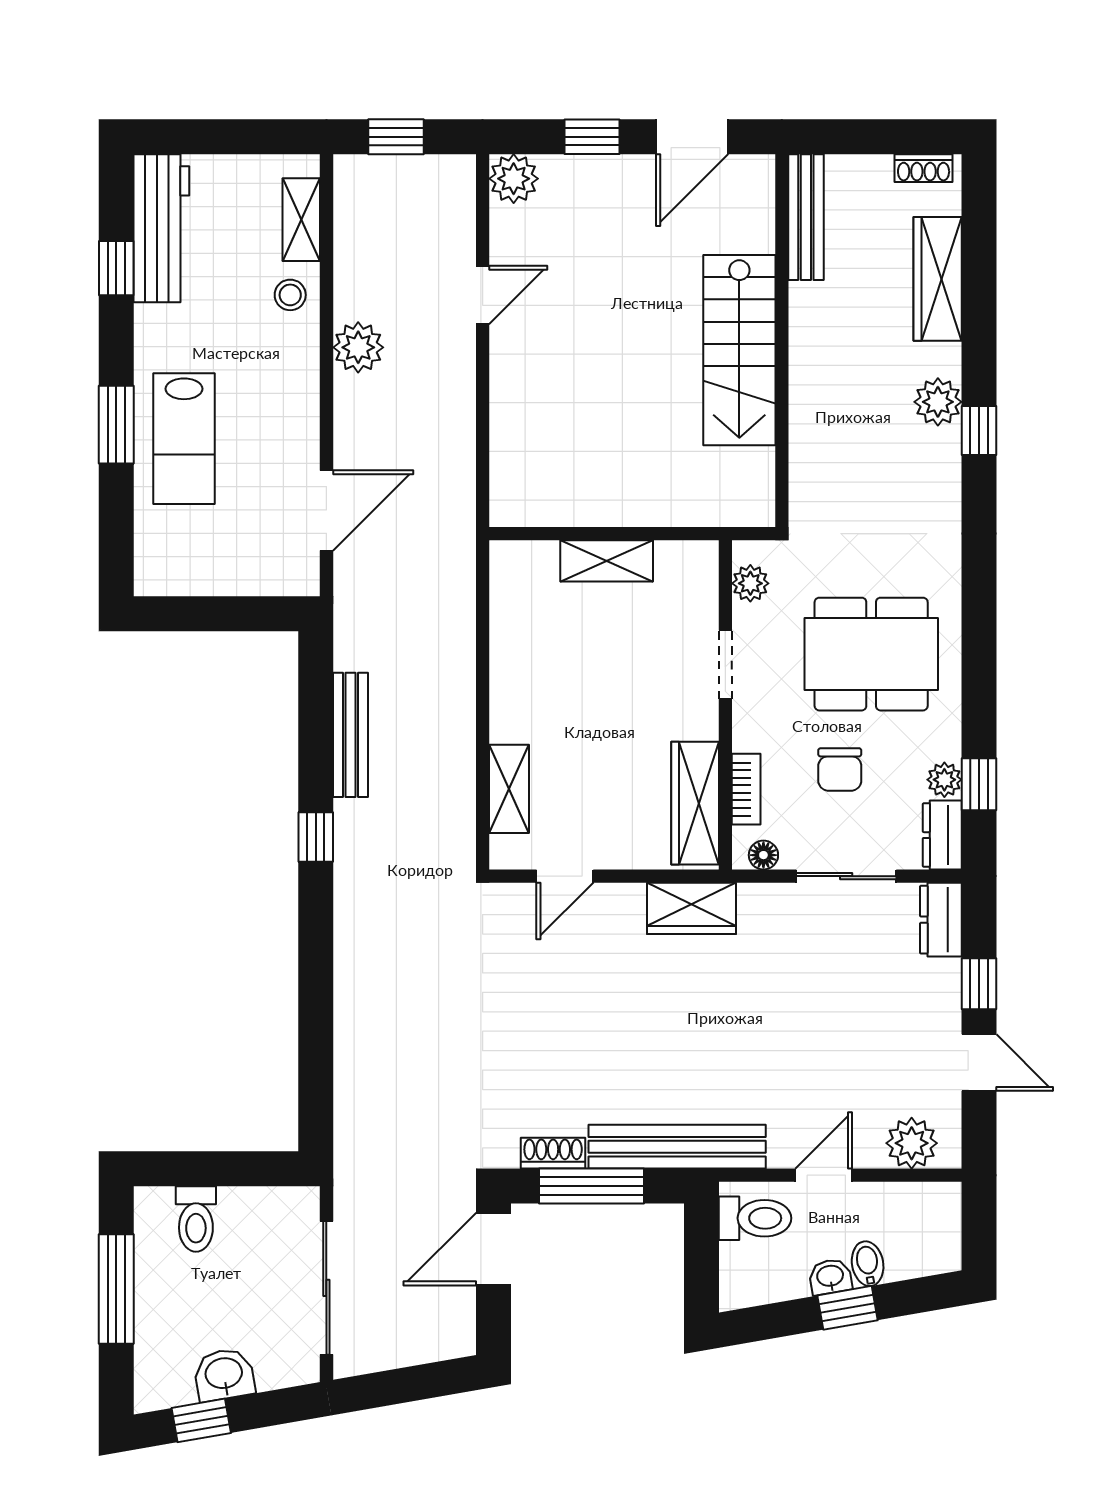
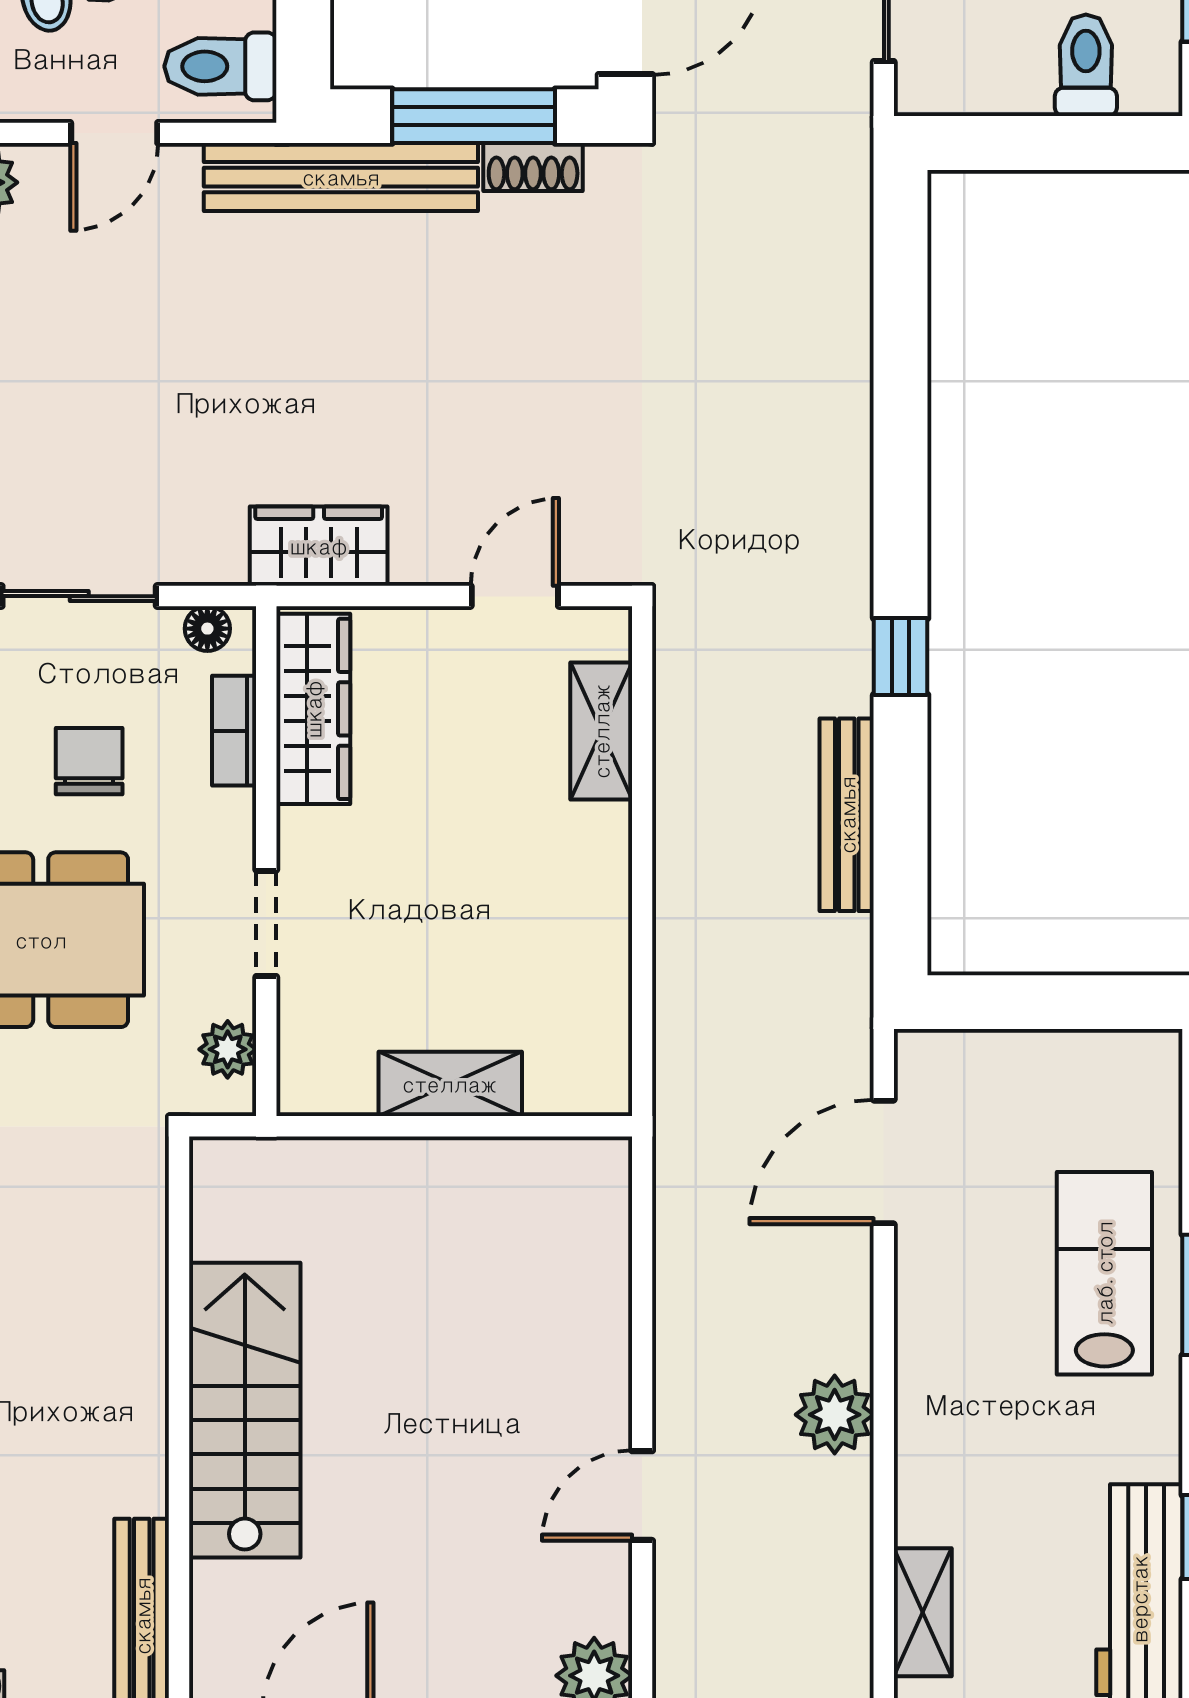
stool: (290, 295) -> (940, 1496), removed

